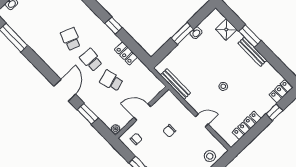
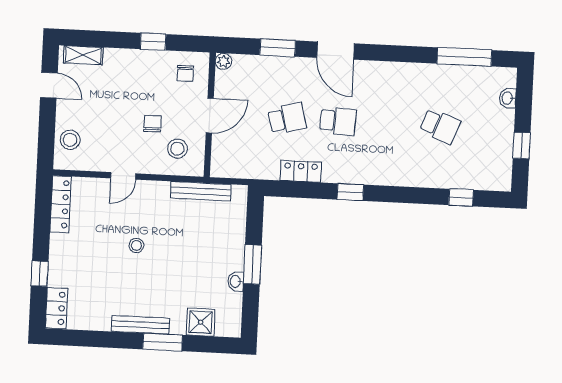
school desk: (71, 39) -> (440, 126), moved
stool: (169, 111) -> (177, 149), added
locker: (247, 125) -> (61, 204), moved

